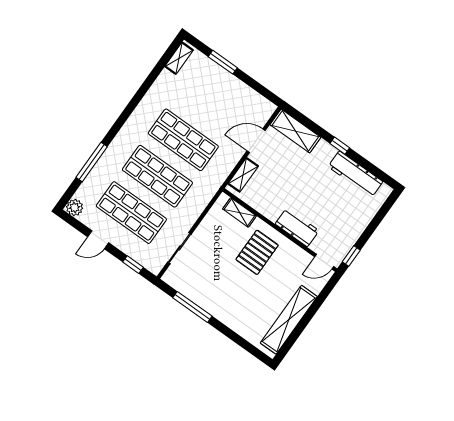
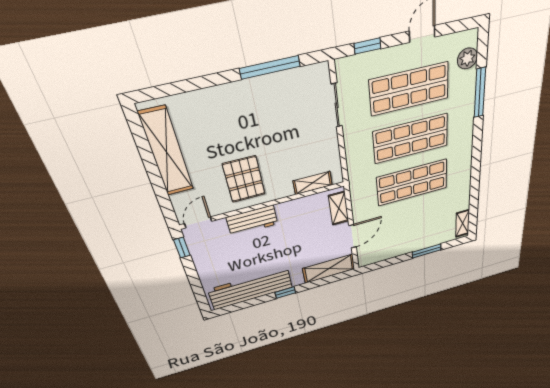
workbench: (355, 174) -> (251, 288), width x1.36, depth x1.32
plant: (75, 207) -> (467, 58), moved
pallet: (257, 252) -> (244, 179), moved

